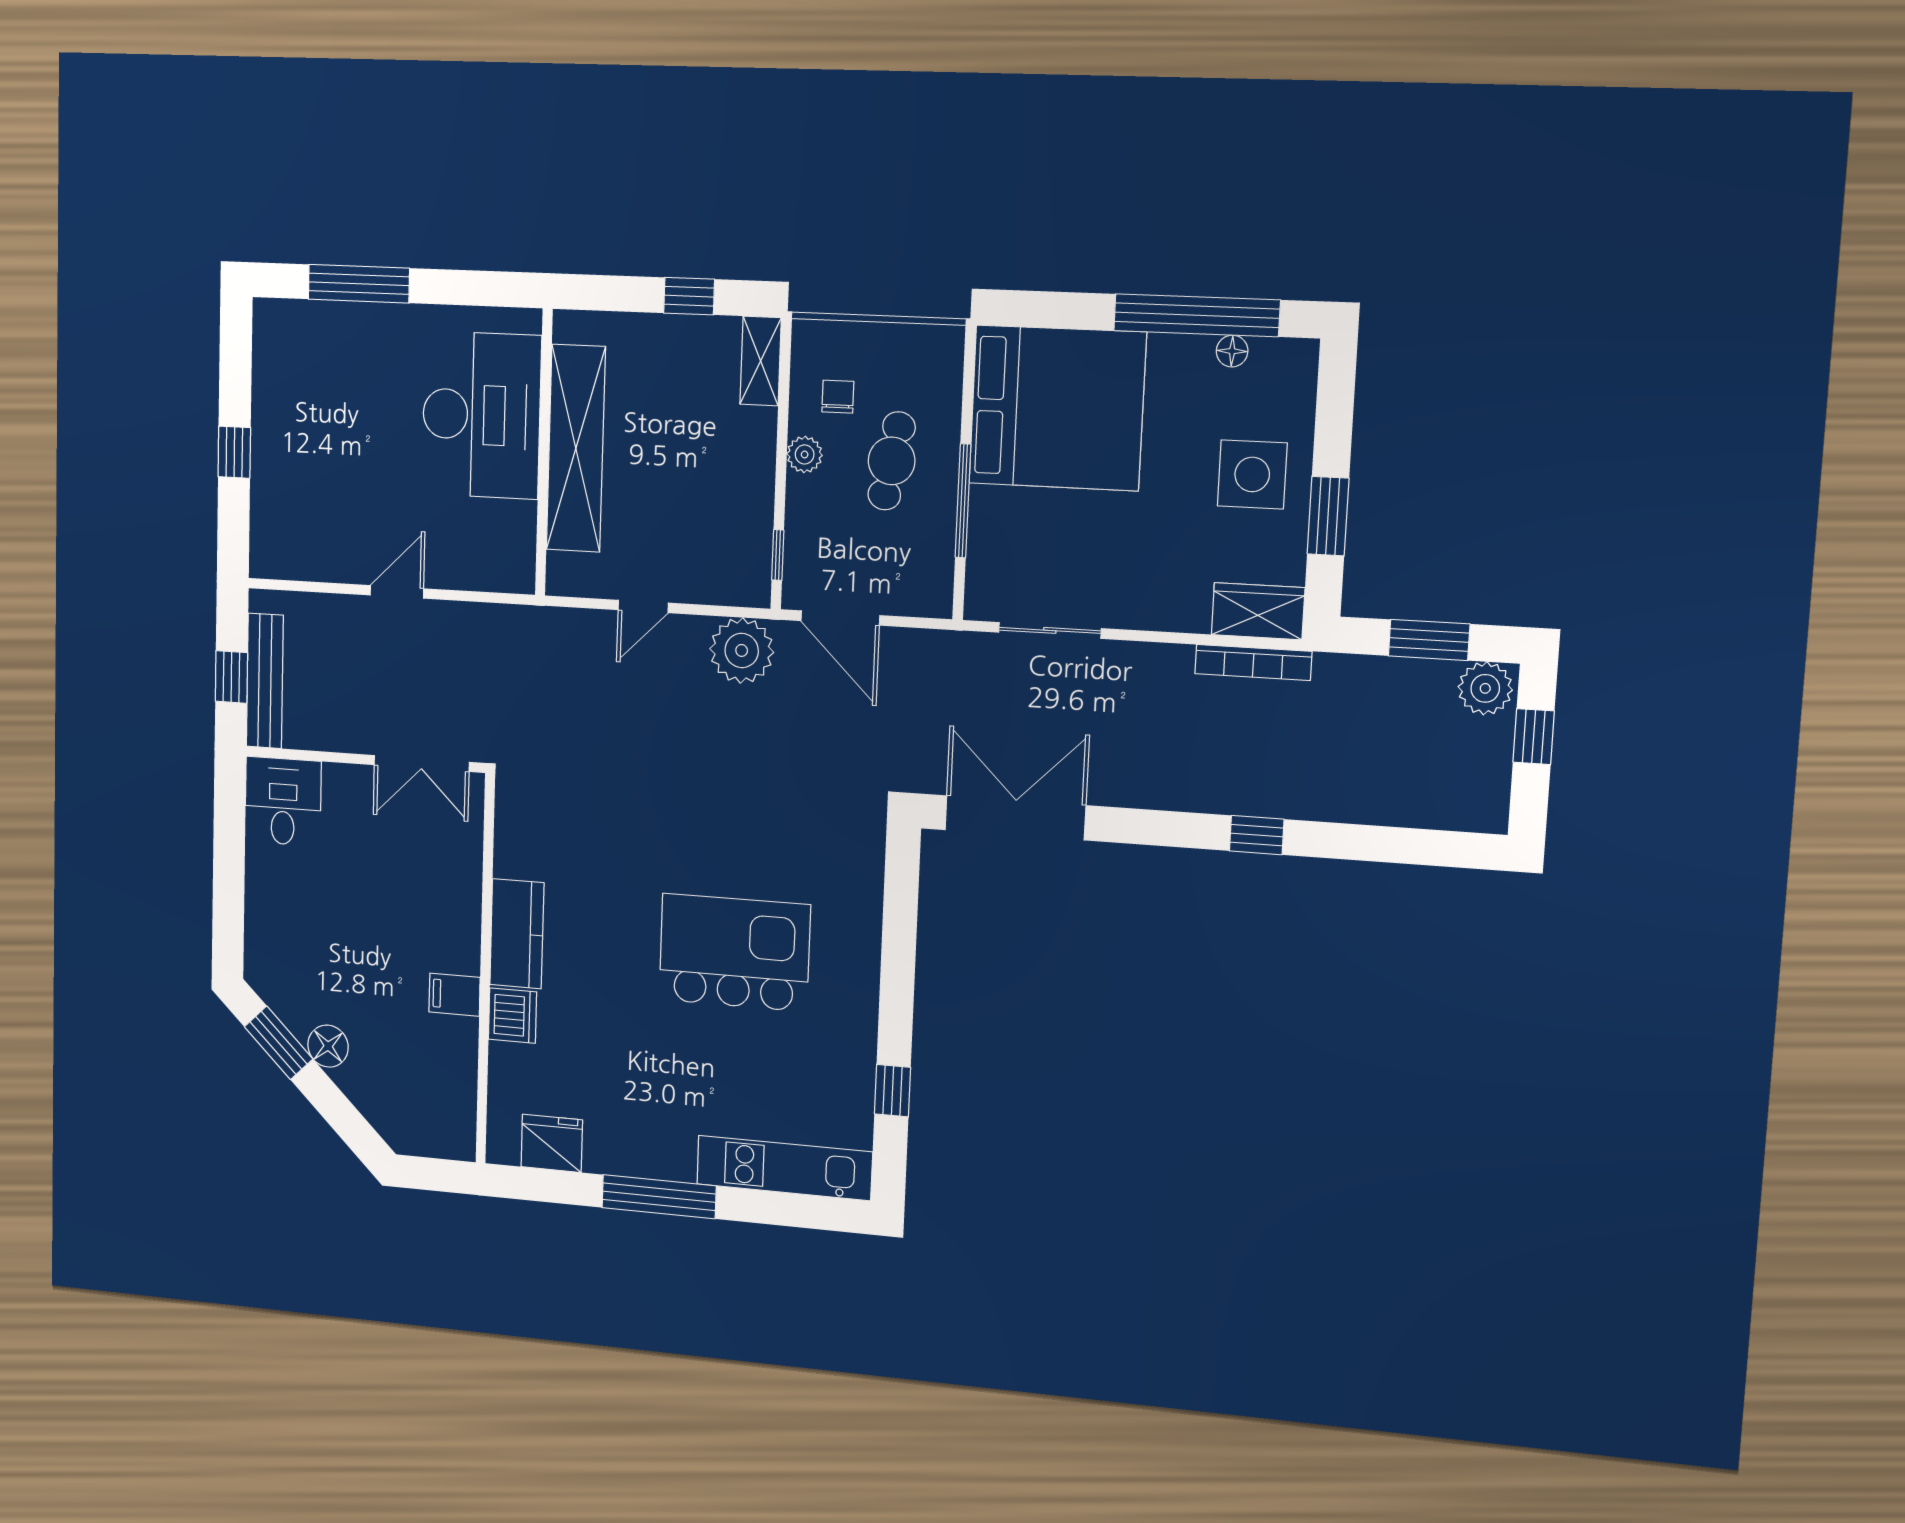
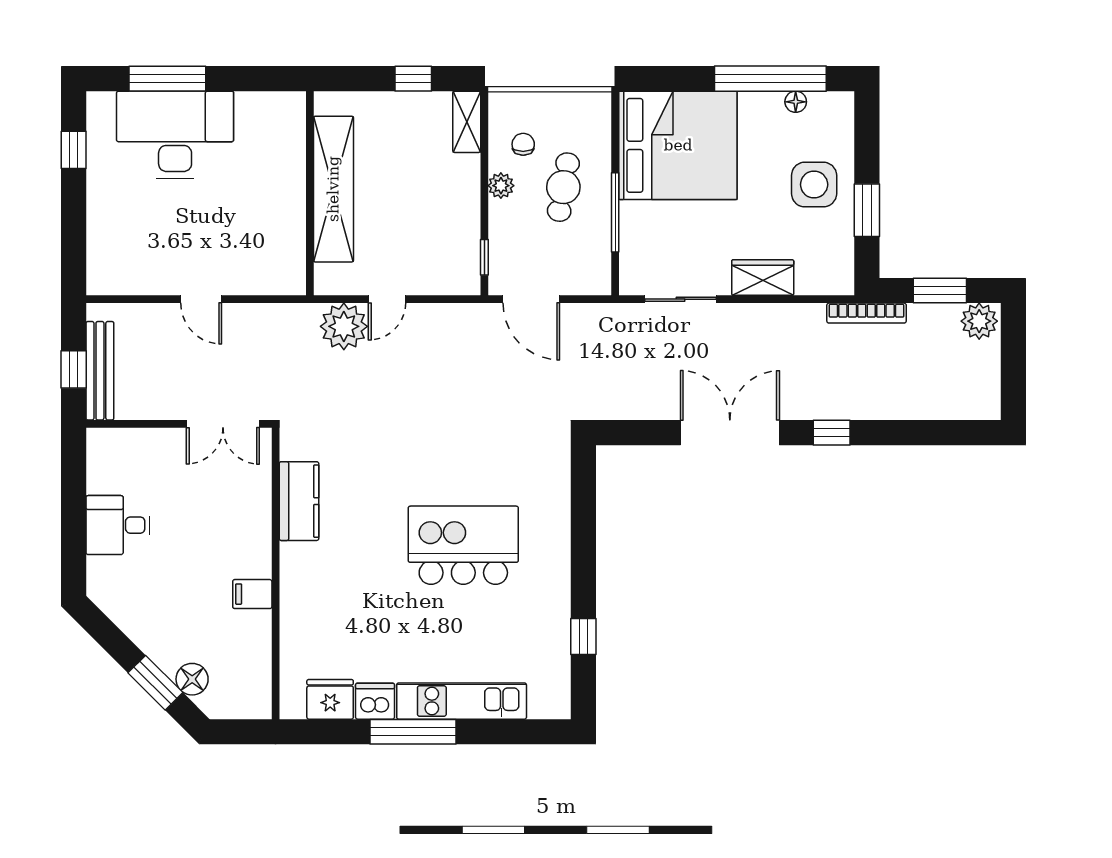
desk: (481, 415) -> (175, 135), moved, turned -90
window: (234, 452) -> (74, 150), moved
door: (397, 592) -> (201, 299), swing flipped
wardrobe: (1258, 611) -> (763, 278), moved
plant: (742, 650) -> (344, 326), moved
bookcase: (1253, 663) -> (867, 313), moved
window: (1534, 737) -> (1013, 352), removed
desk: (283, 801) -> (118, 525), moved, turned -90
double door: (1015, 818) -> (730, 433), moved
kitchen counter: (517, 934) -> (299, 501), moved
dishwasher: (512, 1016) -> (375, 701), moved, turned -90
window: (279, 1043) -> (155, 683), moved
floor lamp: (328, 1046) -> (192, 679), moved
kitchen unit: (784, 1168) -> (462, 701), moved

